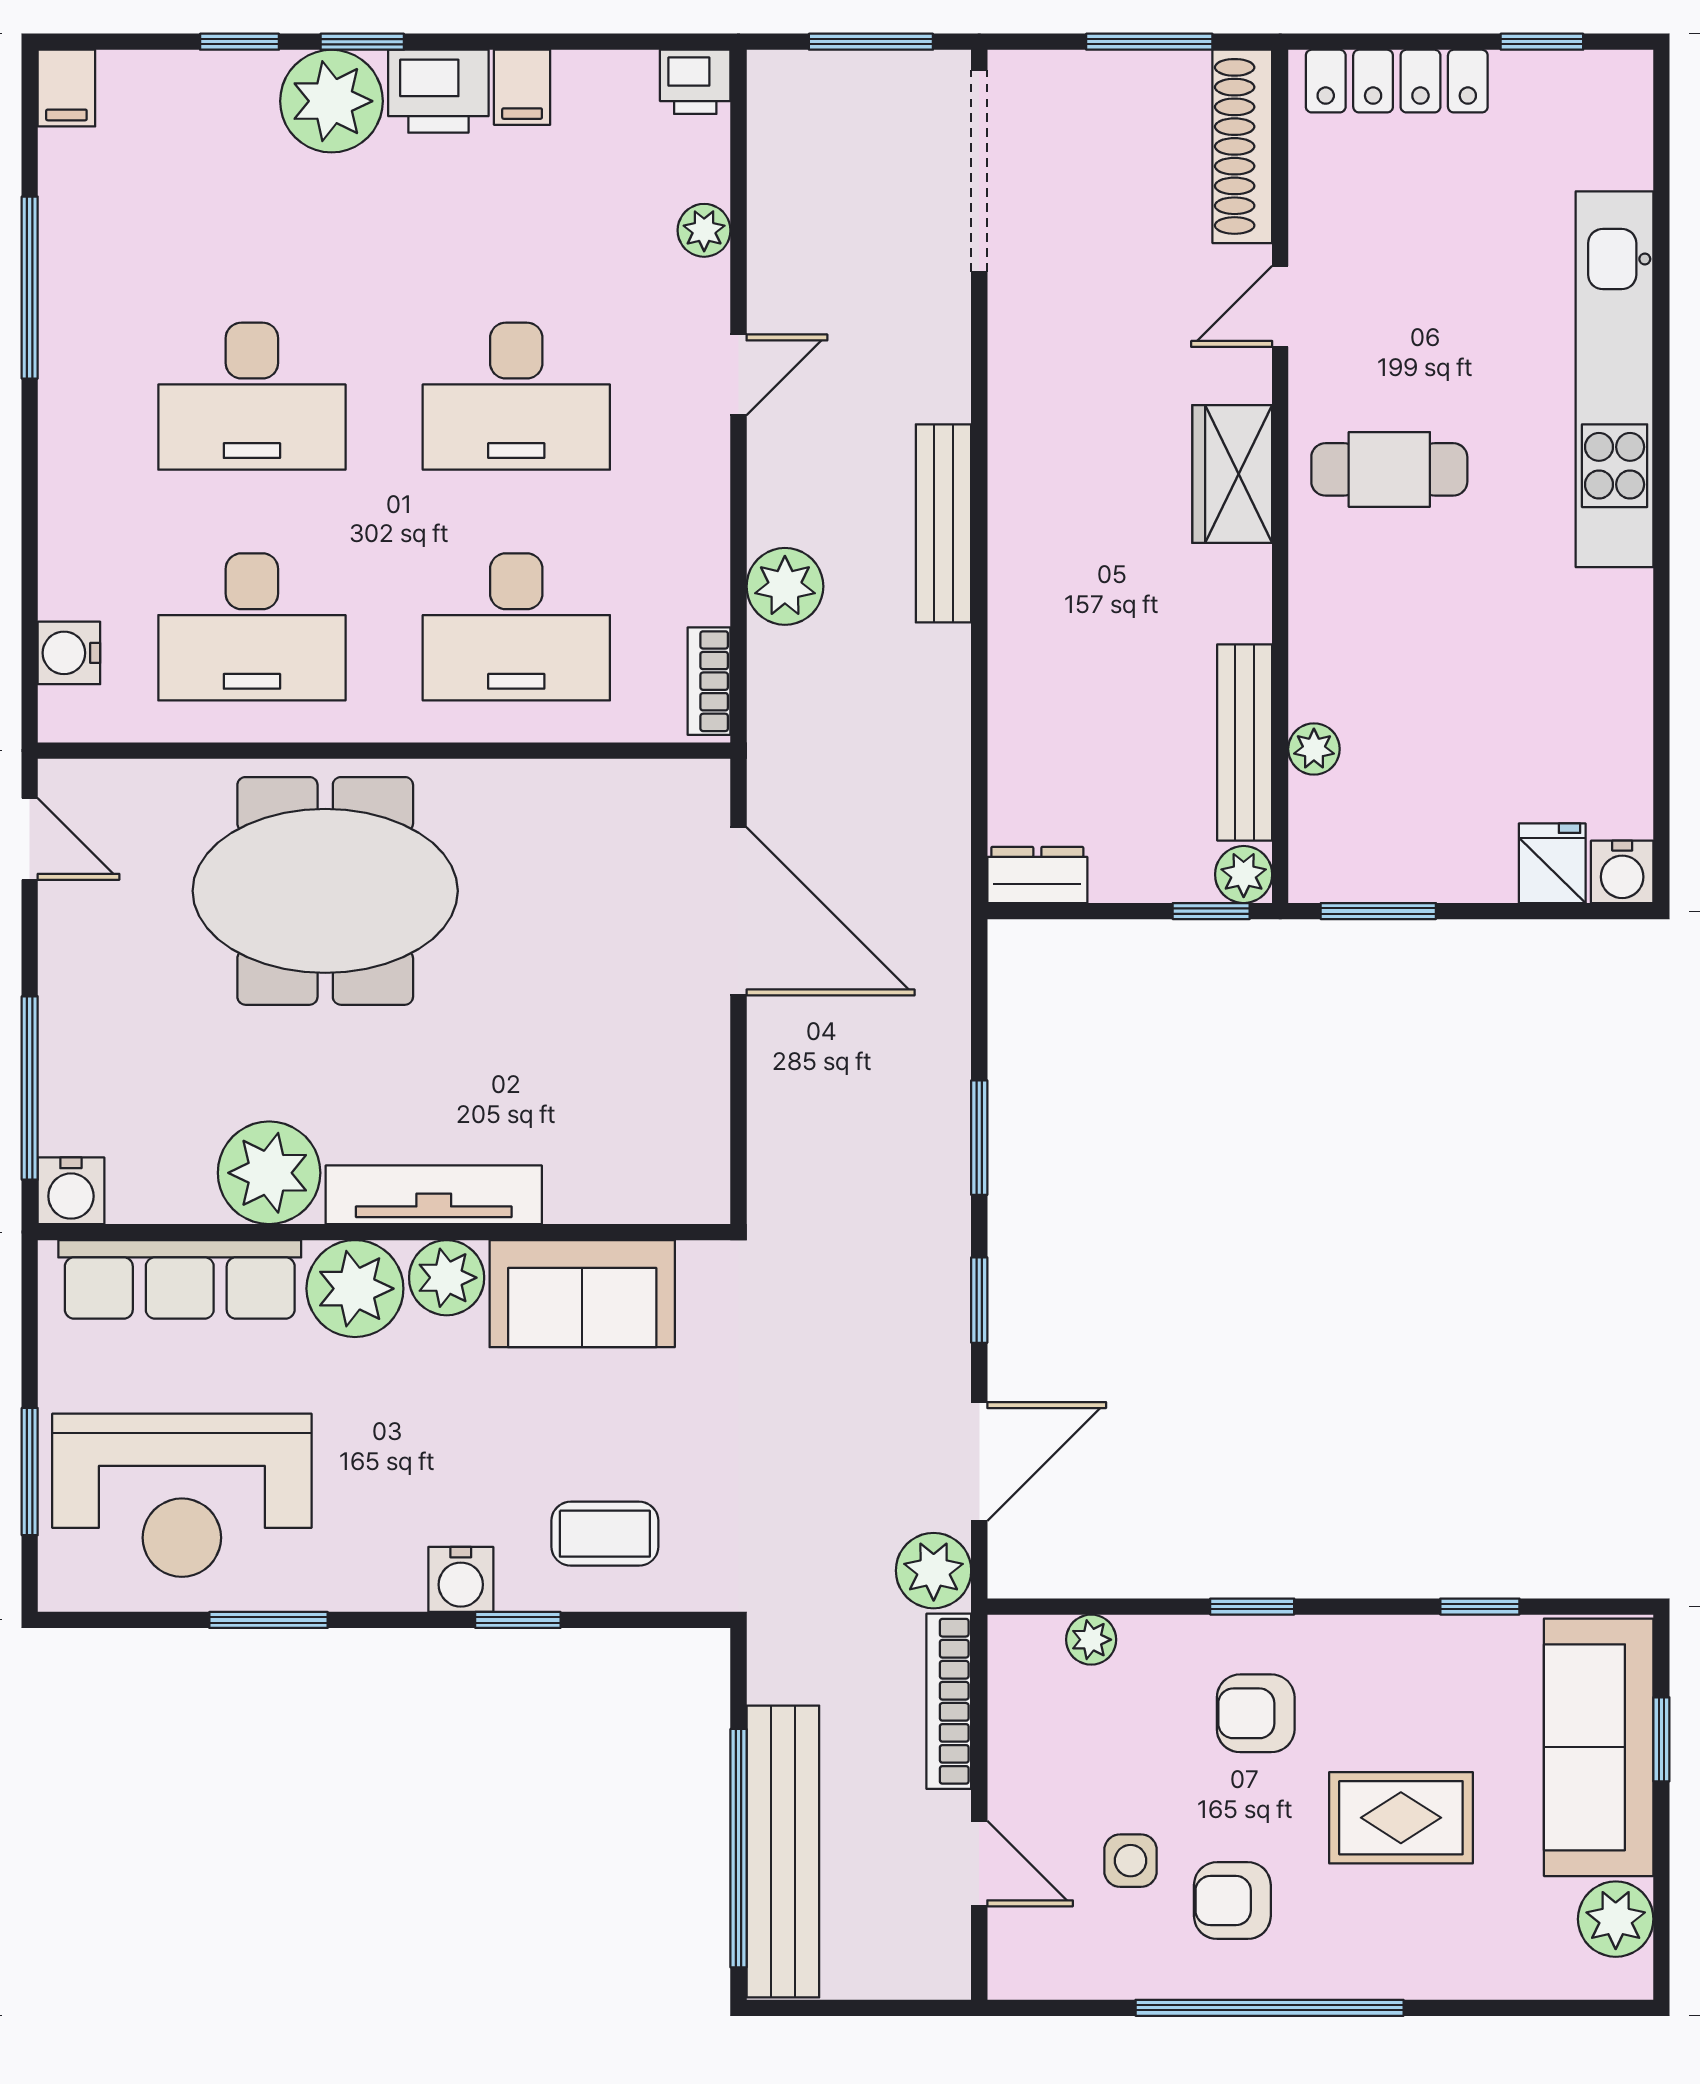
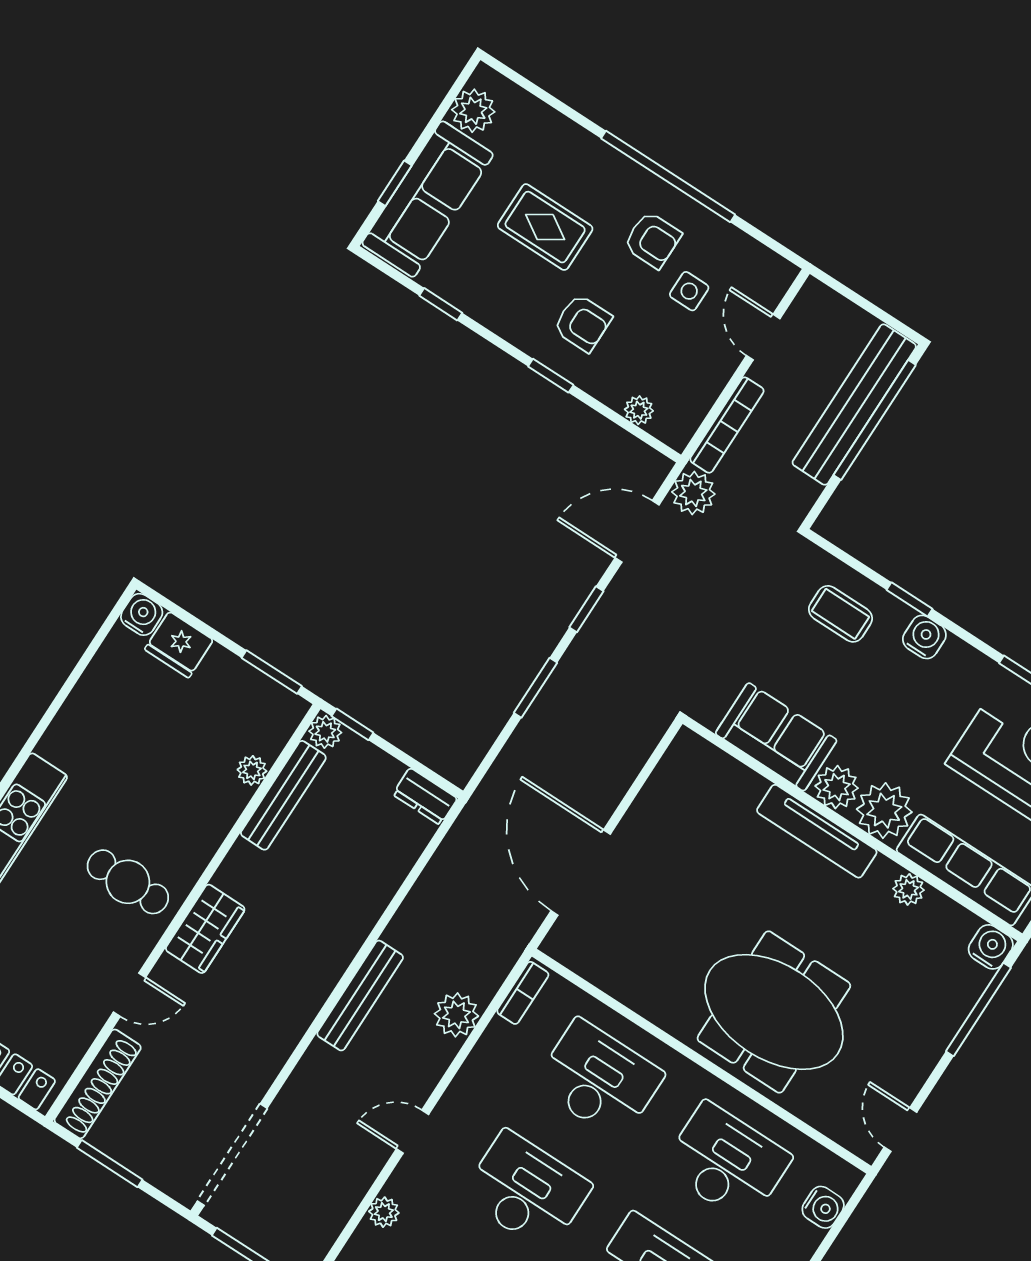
fridge: (1552, 863) -> (179, 645), width x1.38
plant: (269, 1173) -> (909, 889), width x0.53, depth x0.53

